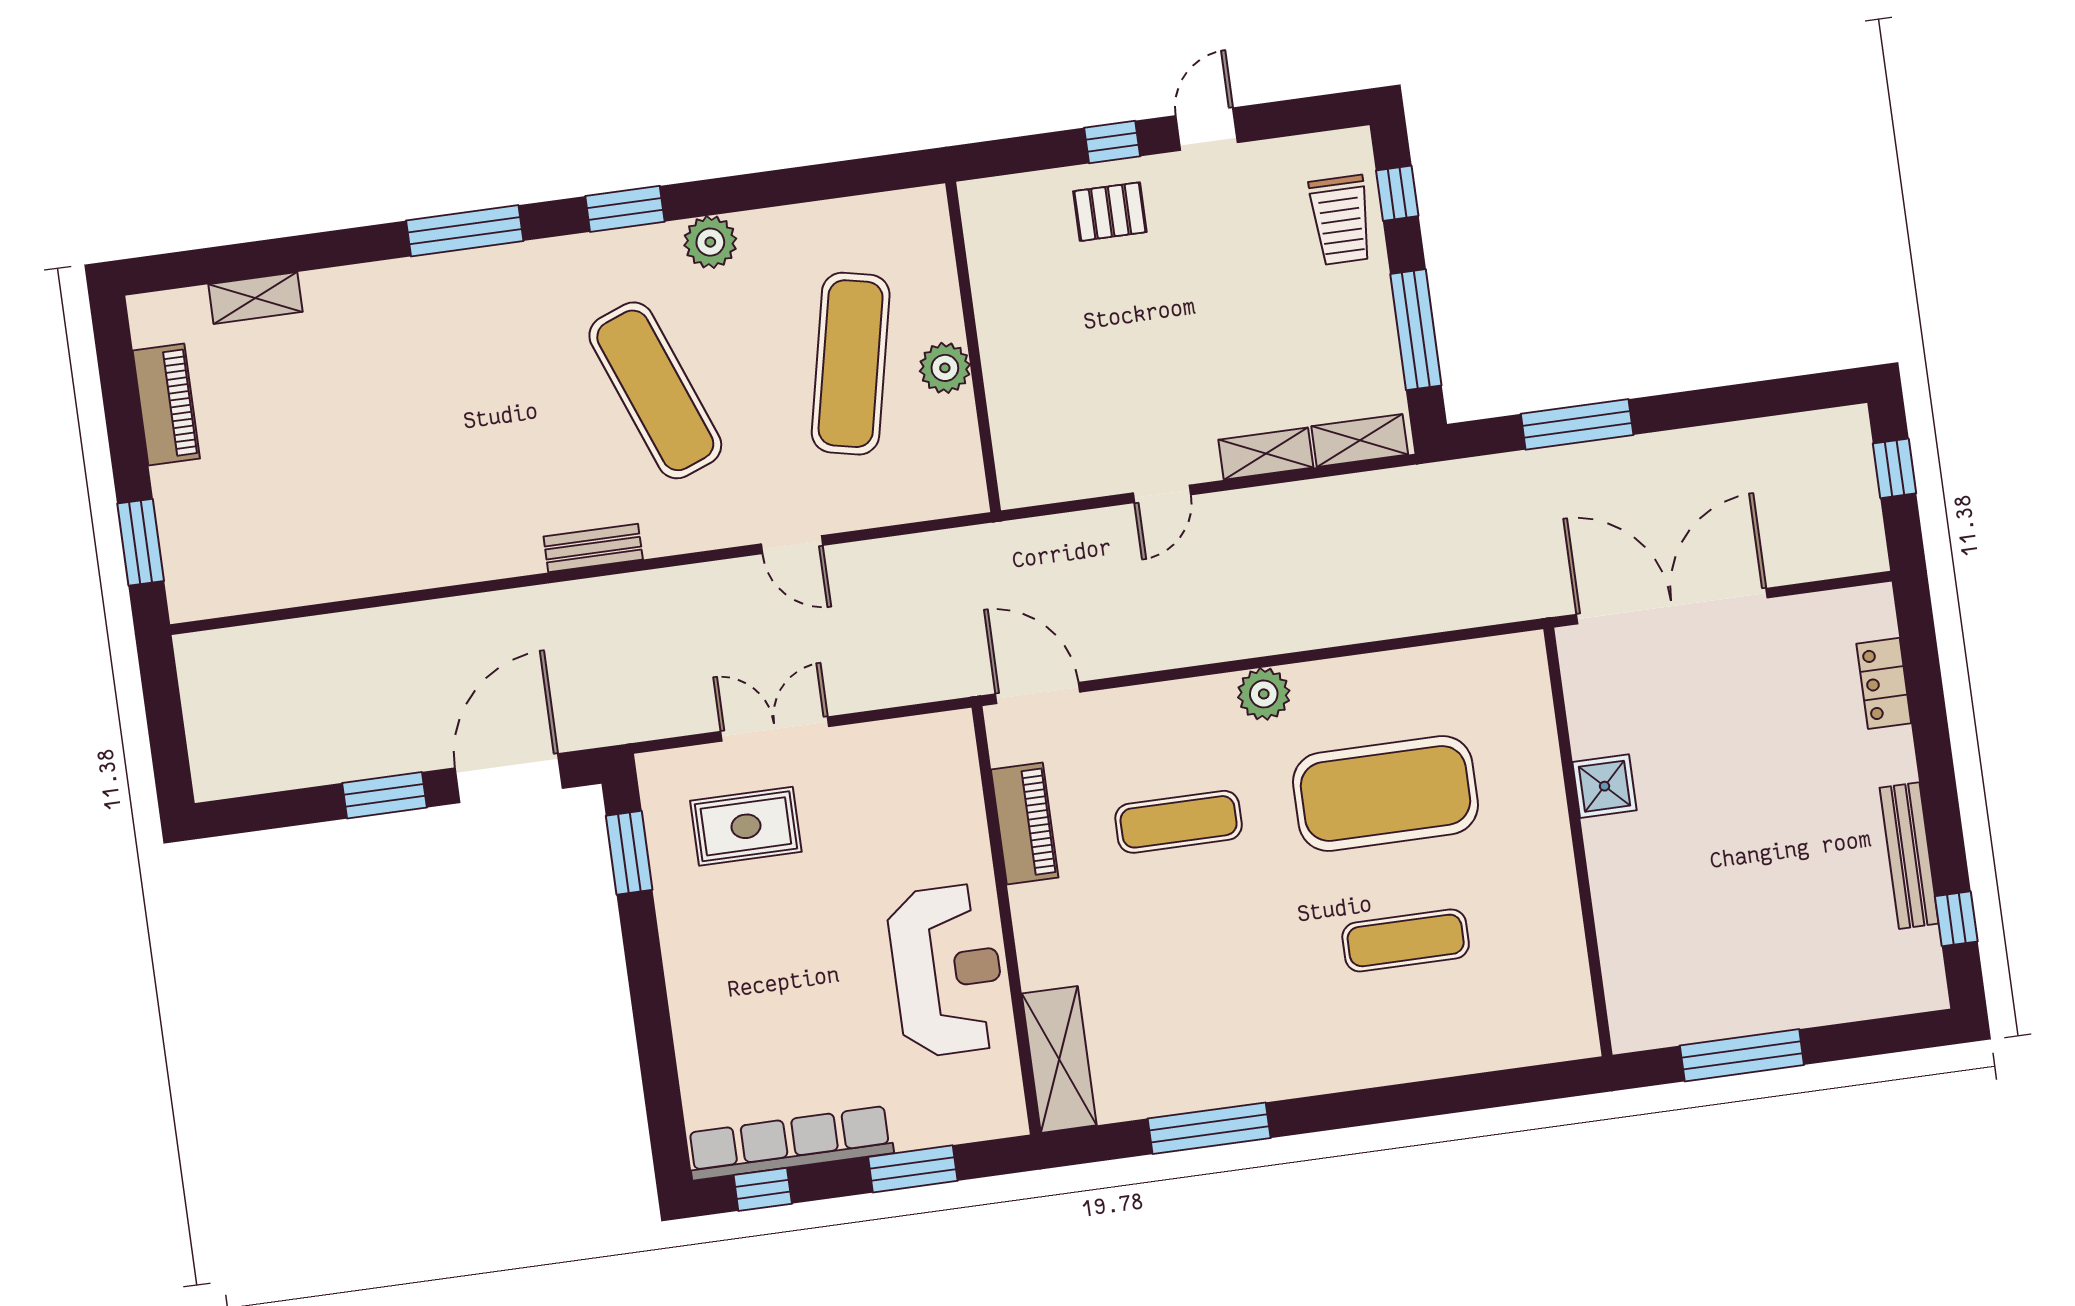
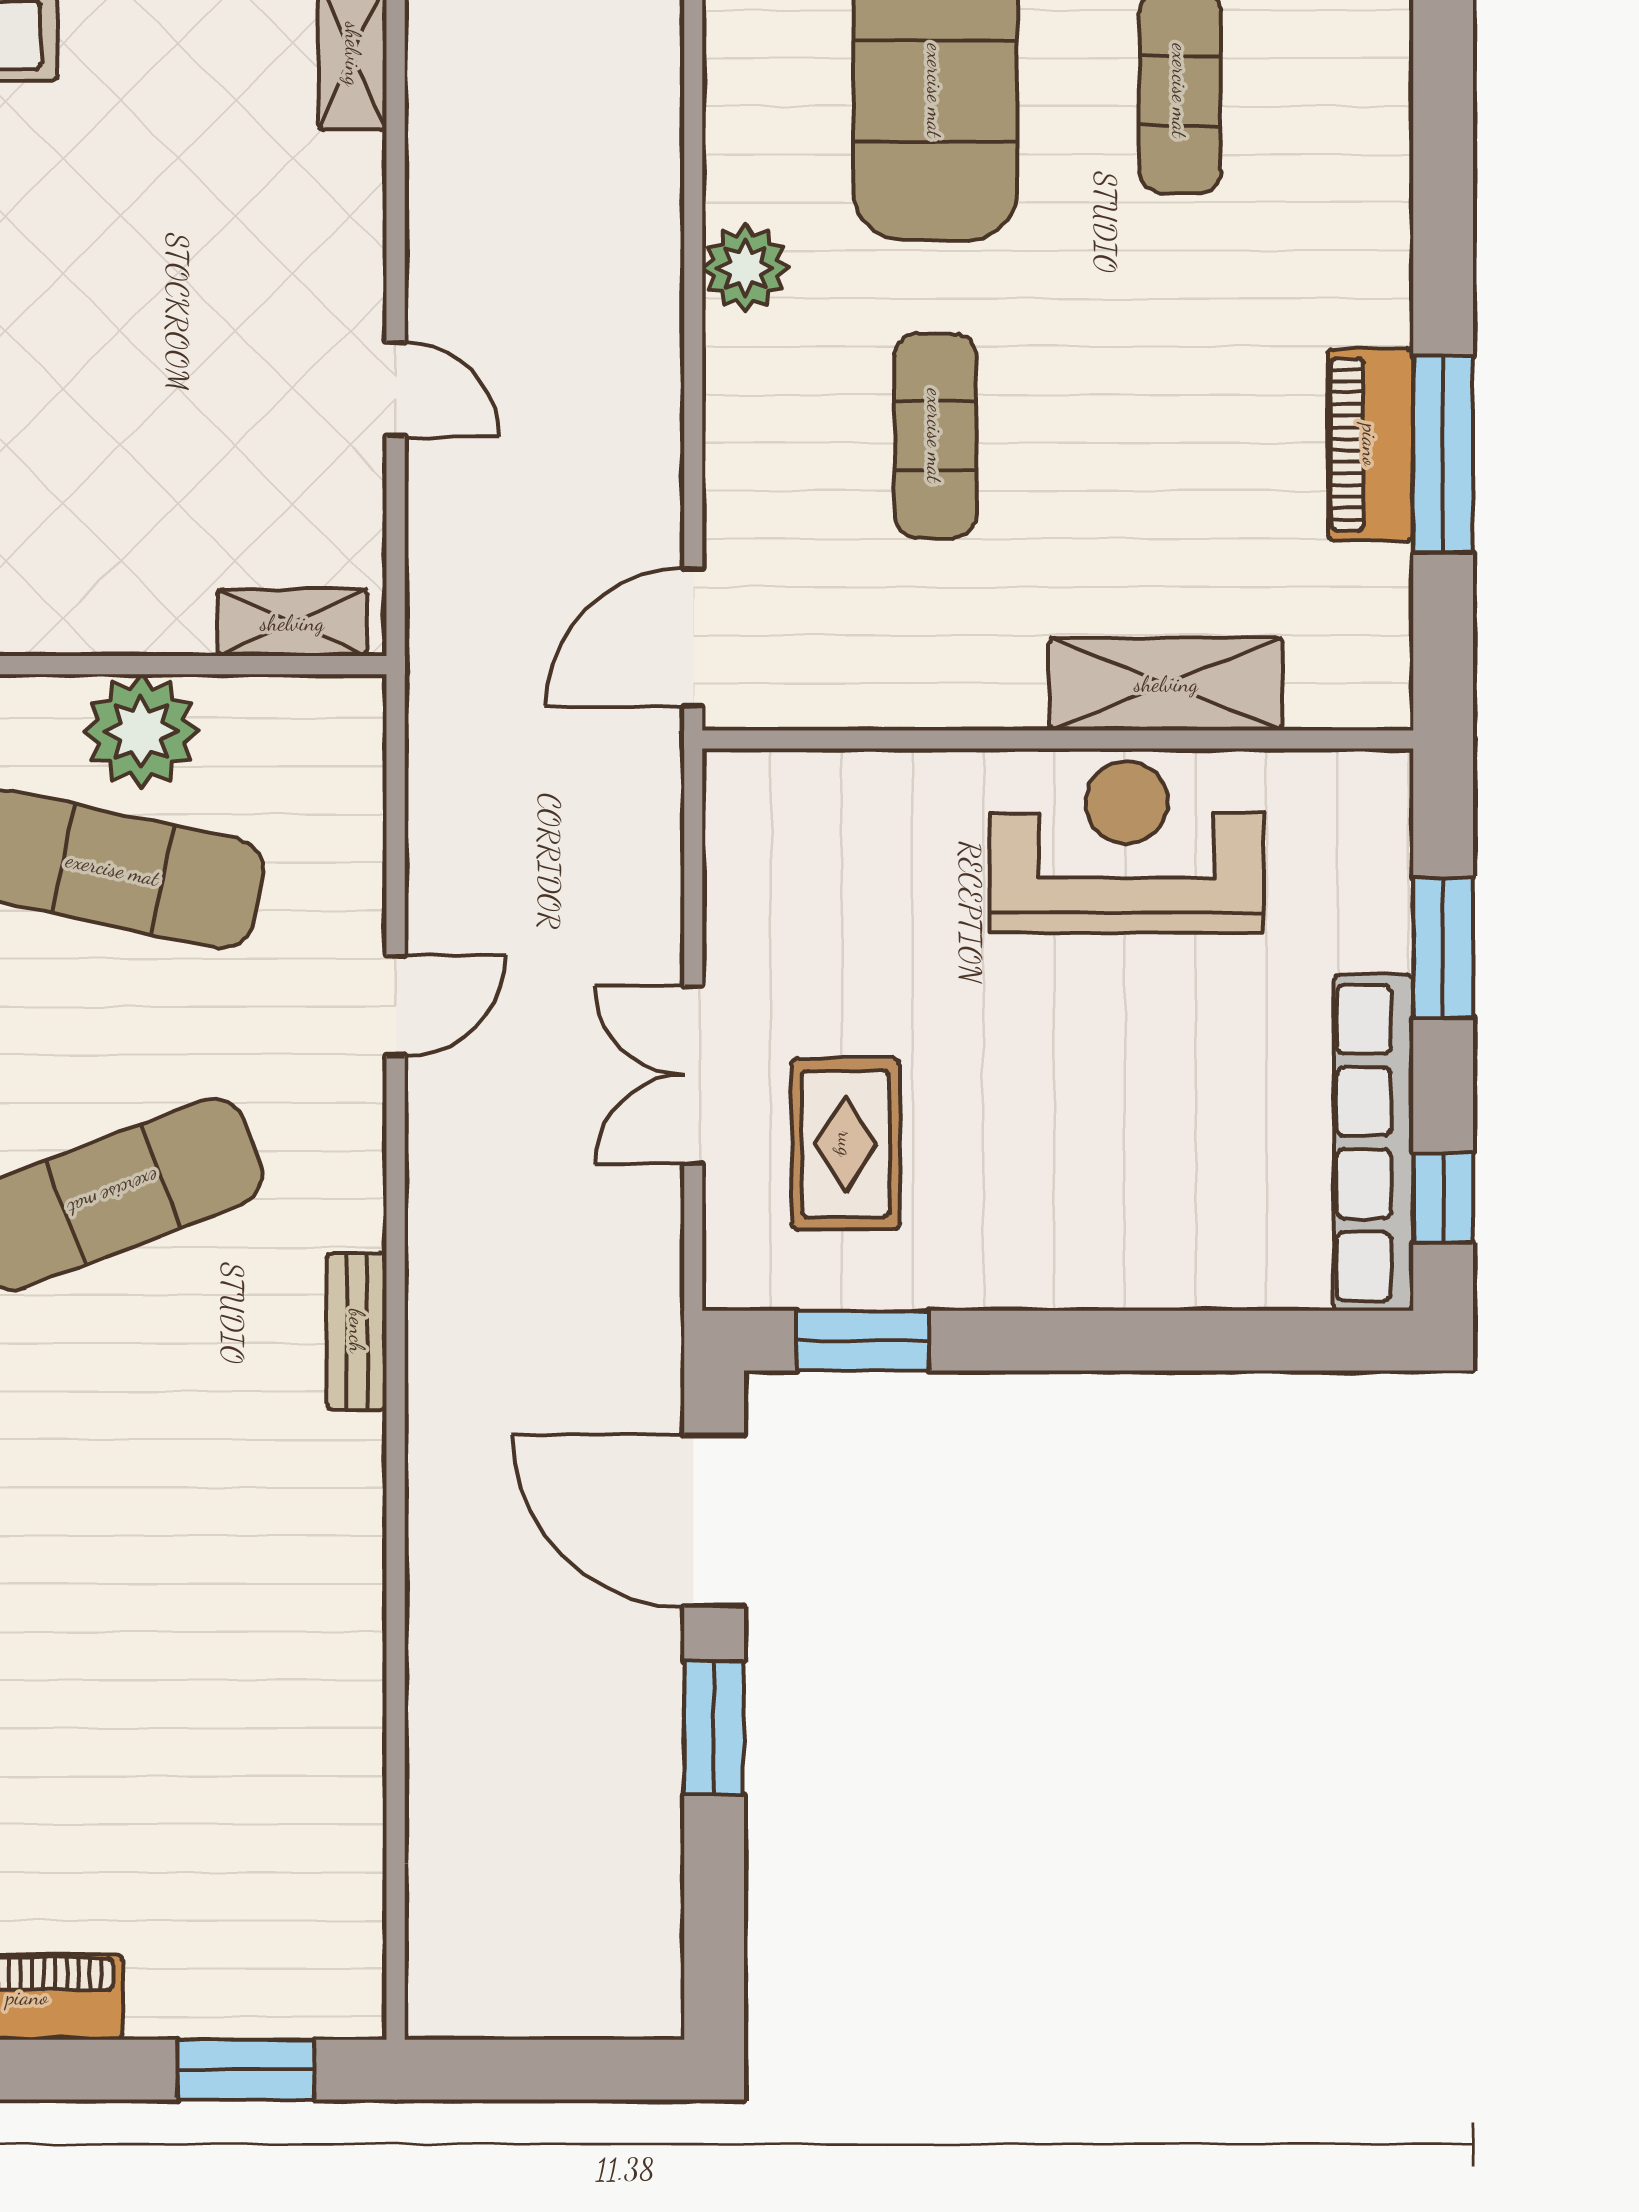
plant: (945, 368) -> (141, 731), width x1.36, depth x1.36
shelving: (1266, 454) -> (292, 623), moved, turned 90
piano: (1025, 824) -> (1370, 445), moved, turned -90
shelving: (1059, 1059) -> (1166, 684), moved

